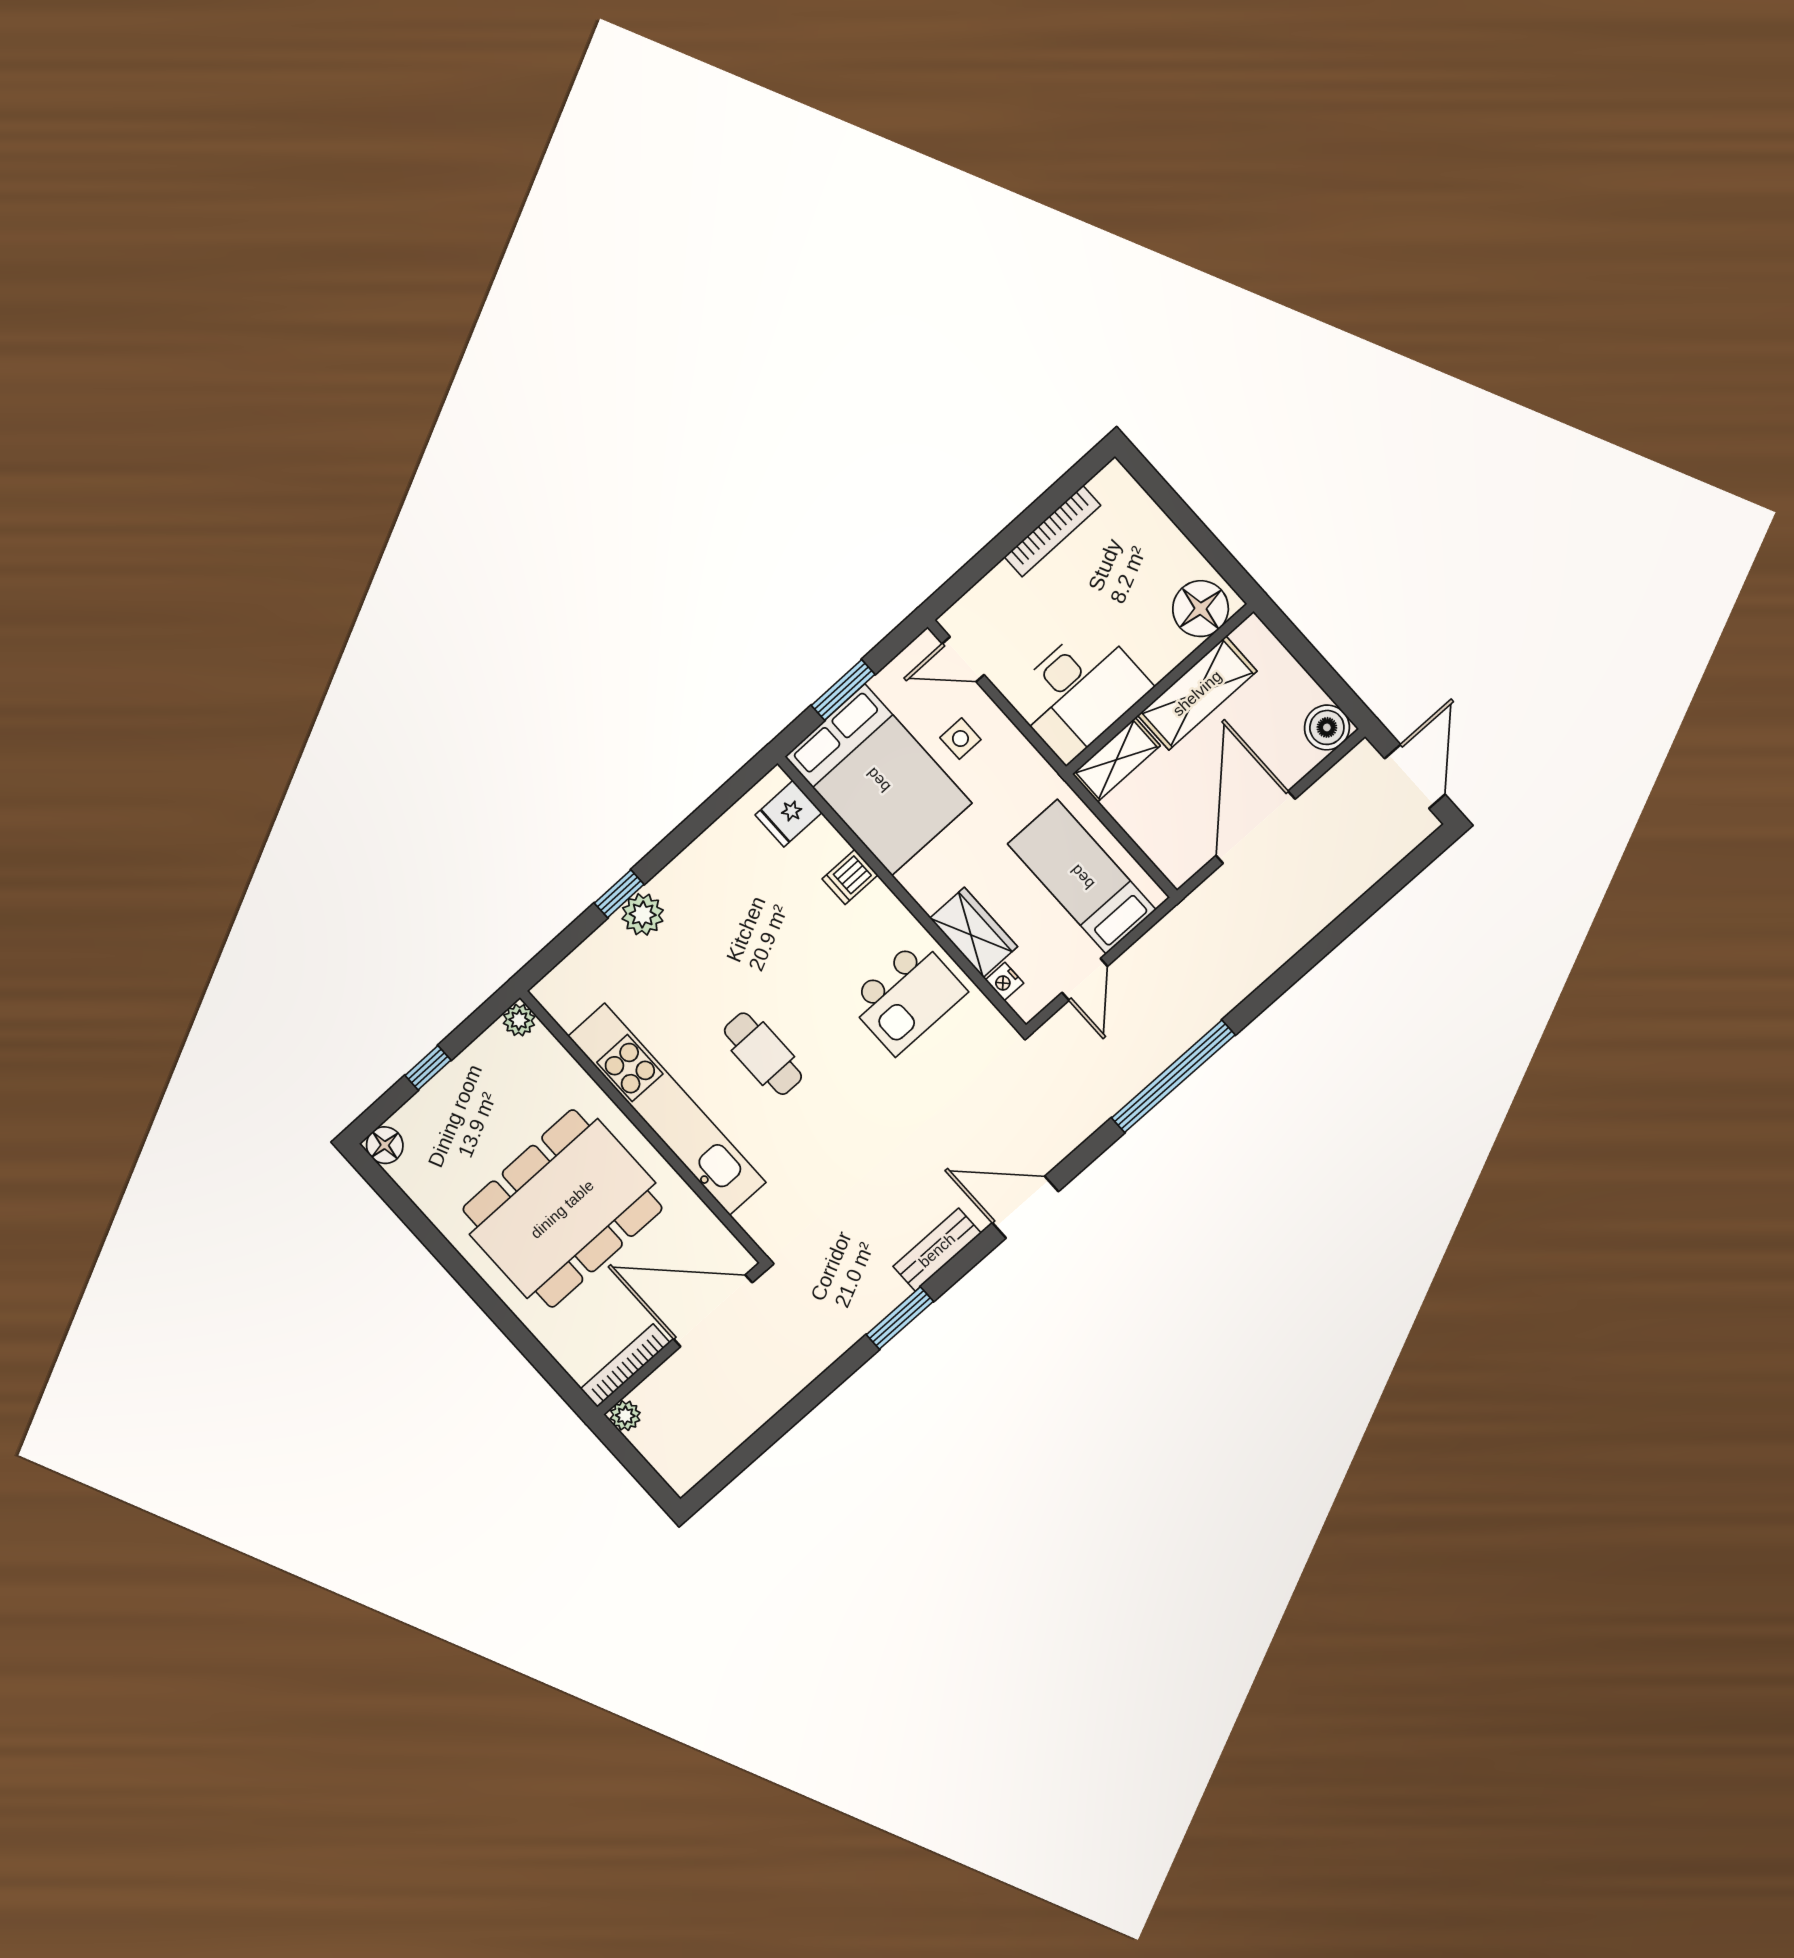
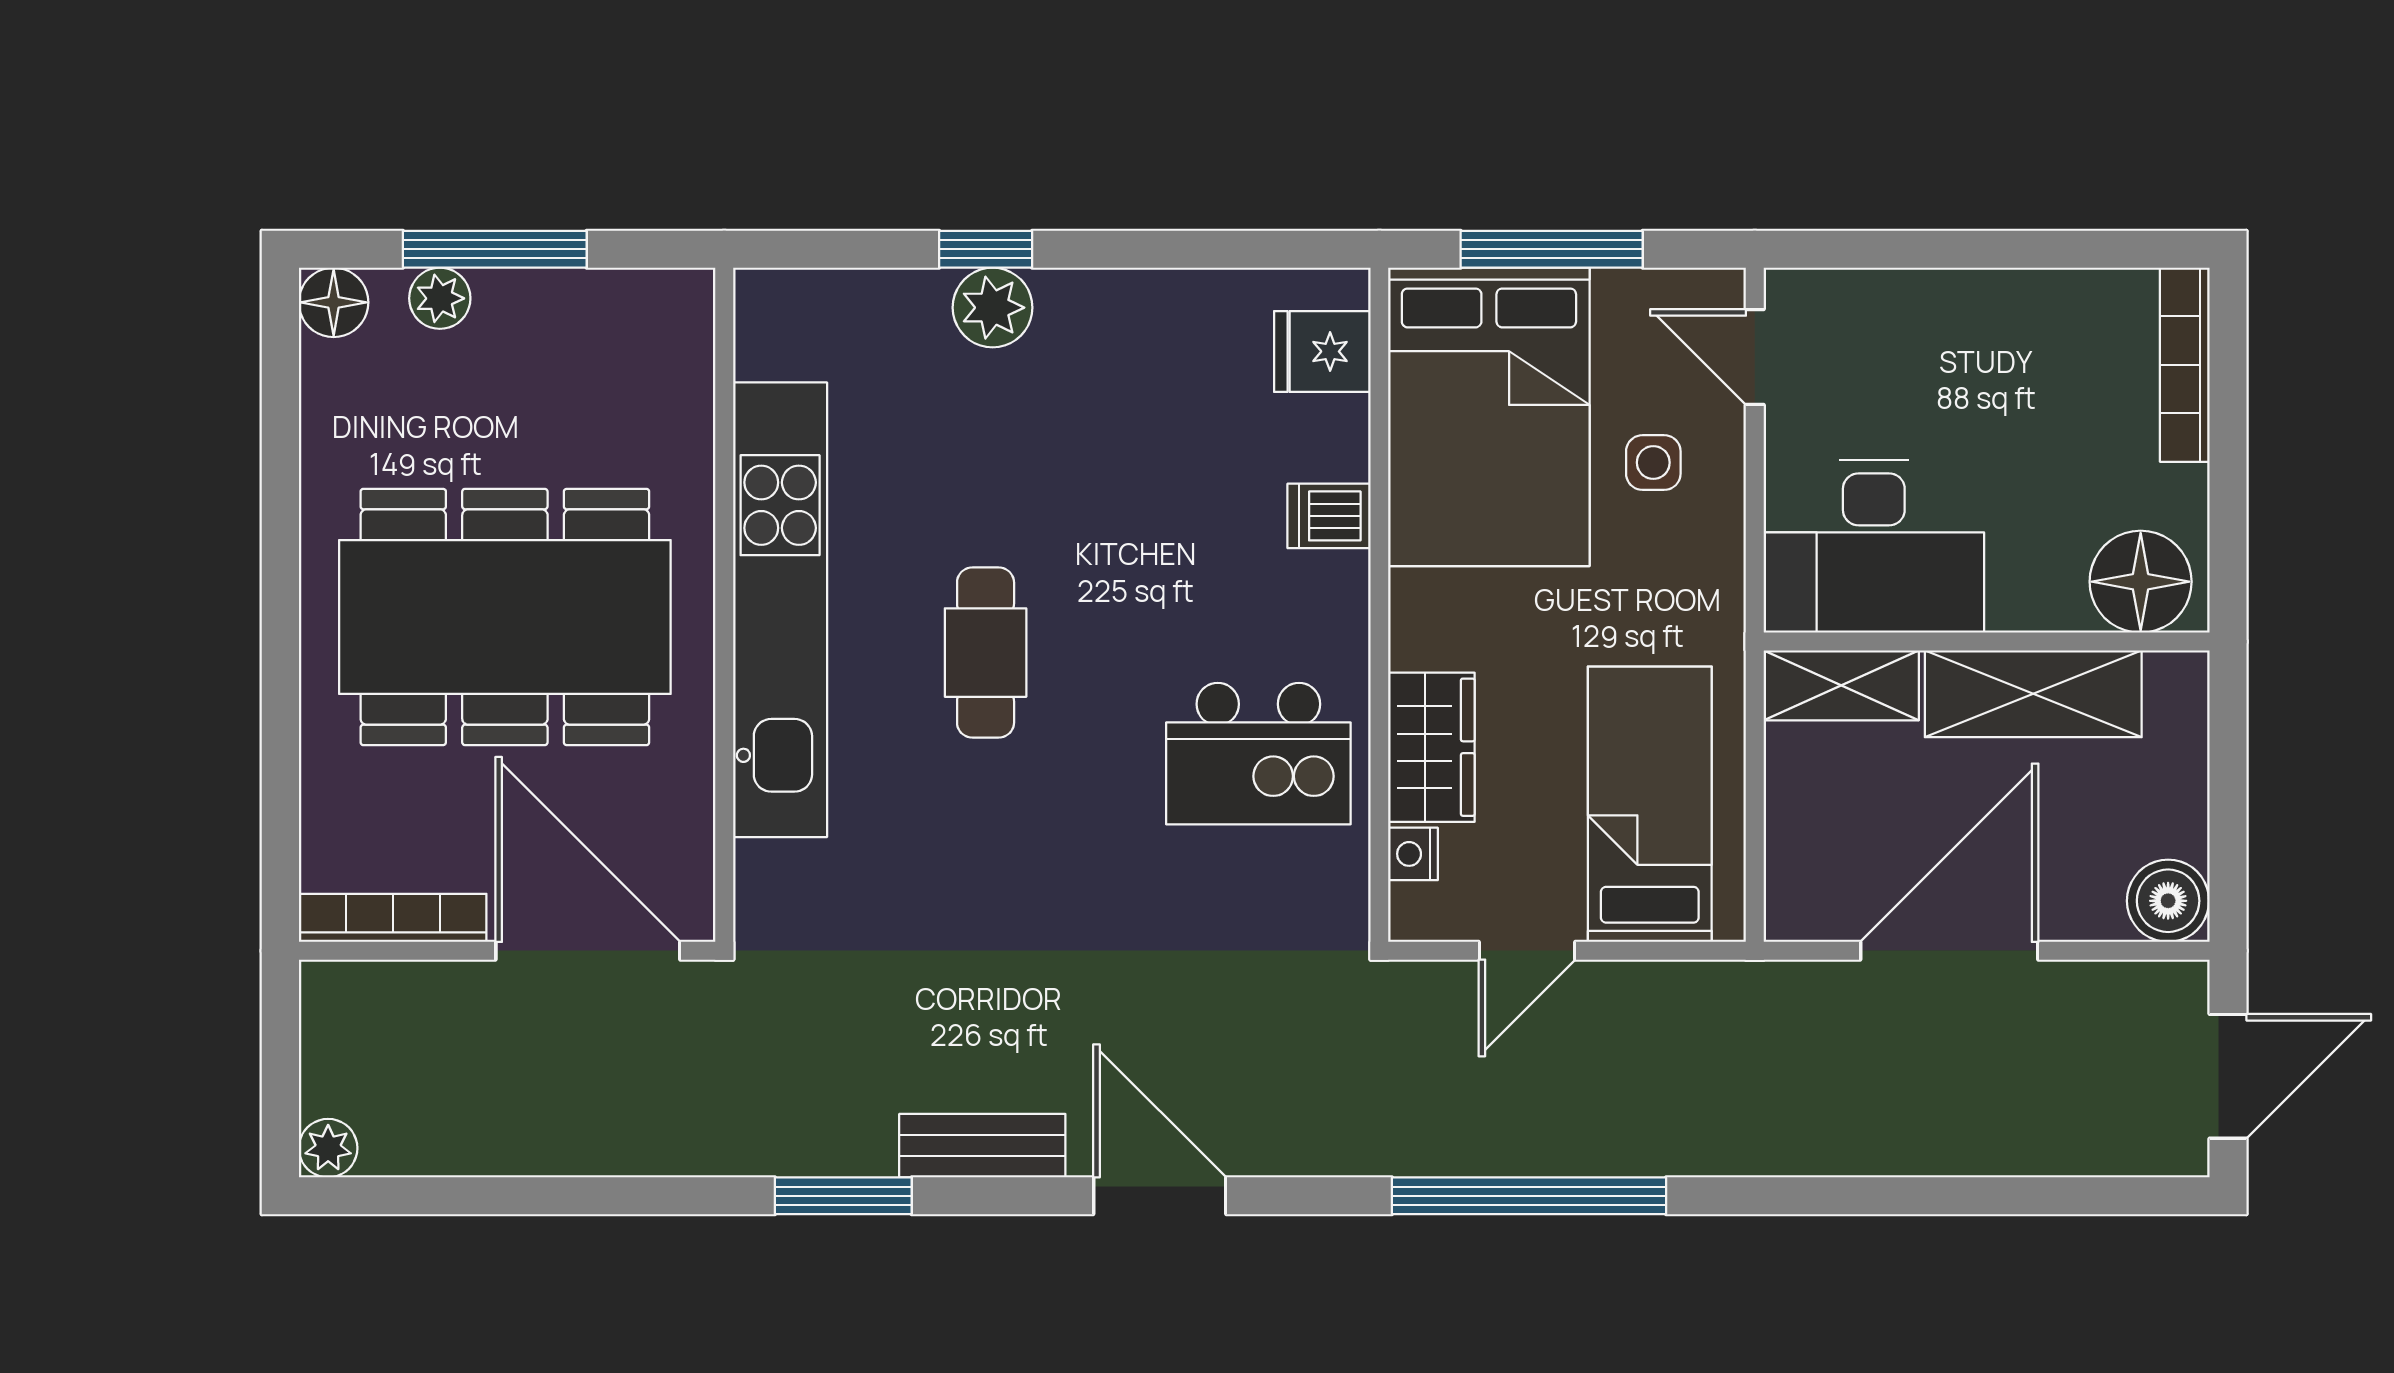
bookcase: (1052, 531) -> (2185, 365), moved, turned 90
window: (843, 690) -> (1552, 249), width x1.44
plant: (519, 1020) -> (440, 298), moved
window: (428, 1068) -> (495, 249), width x2.17
plant: (625, 1416) -> (328, 1148), moved

